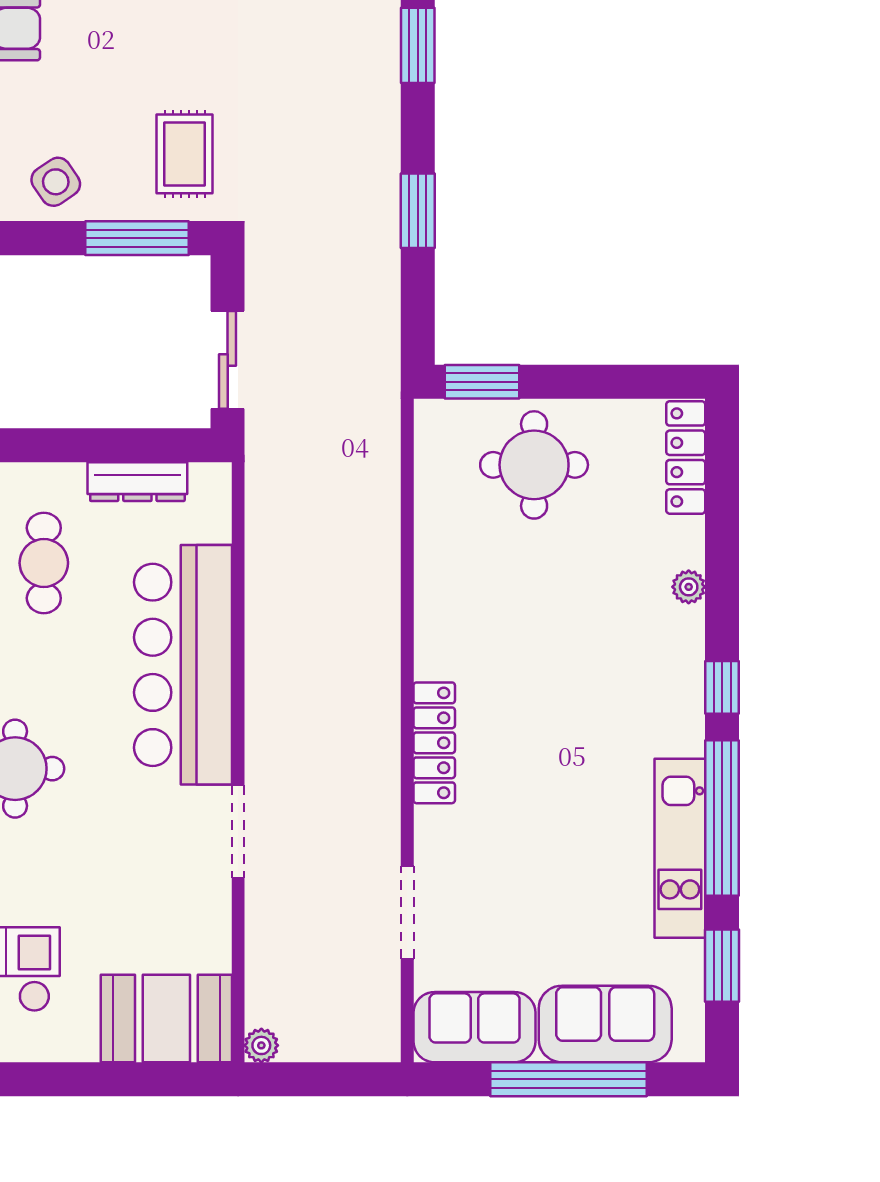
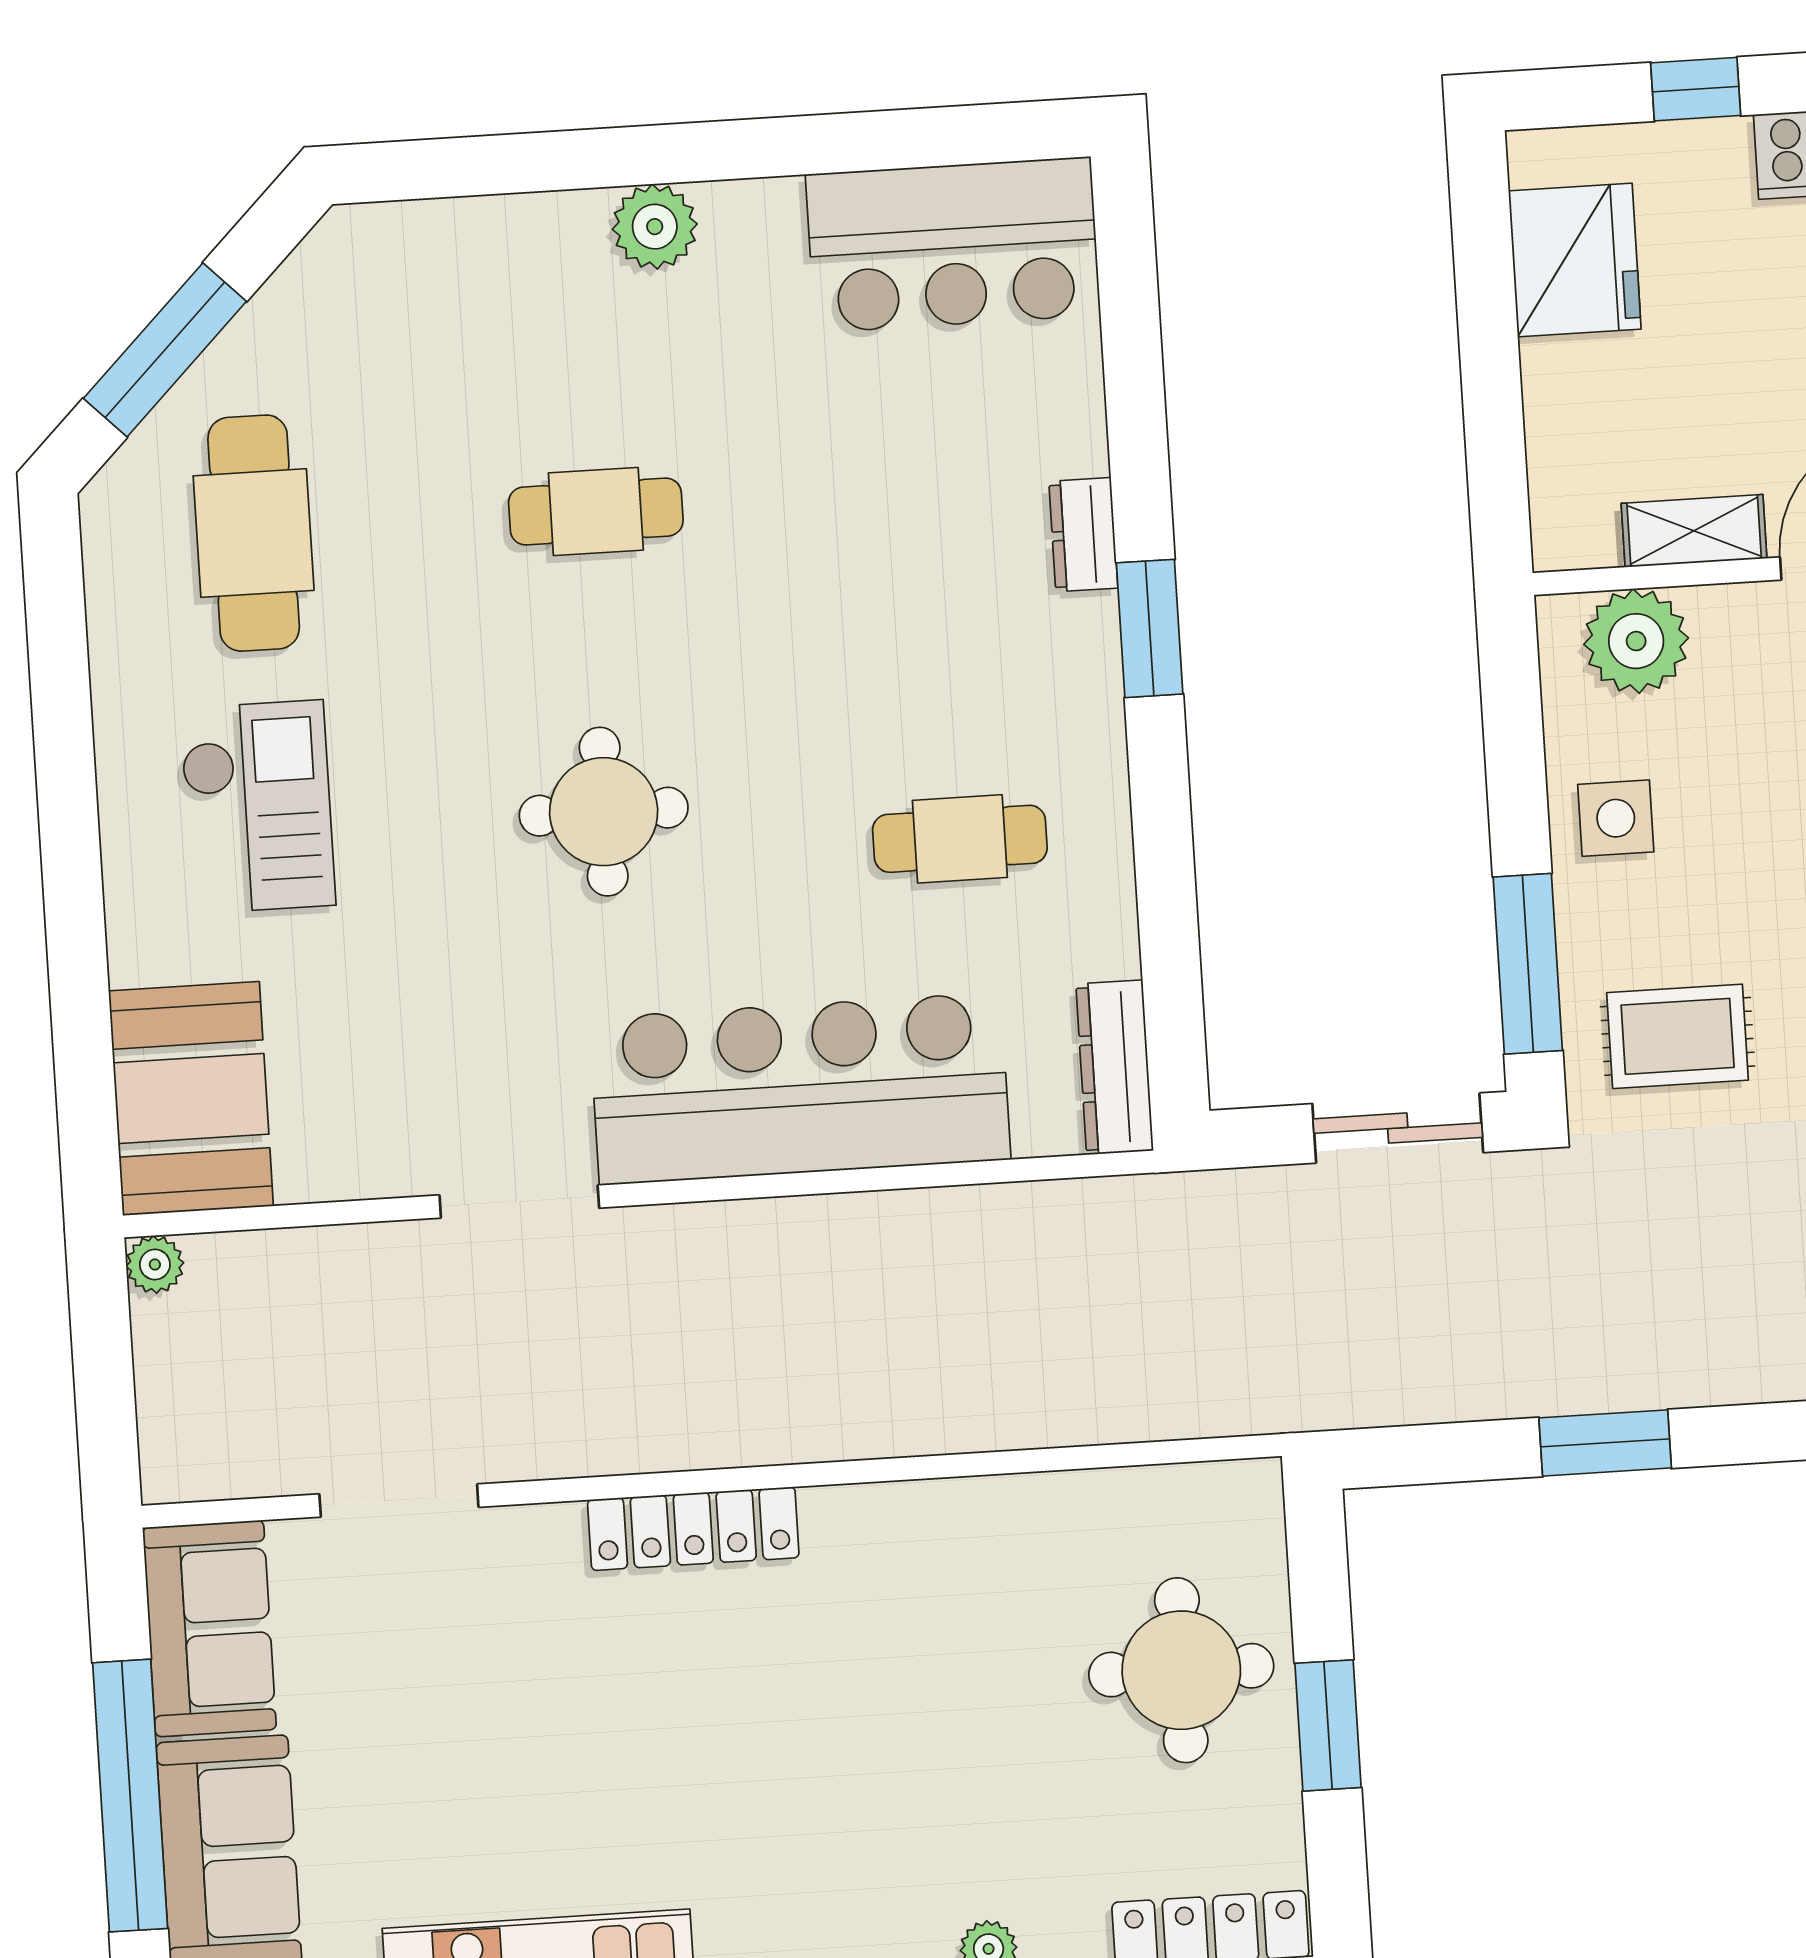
side table: (56, 182) -> (1616, 818), turned 34
sliding door: (228, 360) -> (1398, 1128), moved
window: (482, 382) -> (1328, 1725), moved
dresser: (137, 482) -> (1115, 1067), moved

